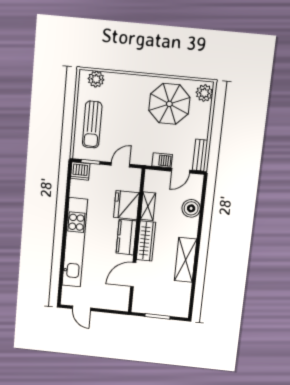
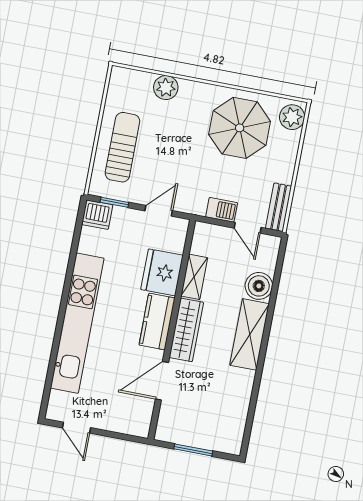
plant: (96, 79) -> (166, 88), moved
sun lounger: (92, 125) -> (122, 147), turned 180
door: (181, 171) -> (248, 228), hinge flipped
shelving: (185, 260) -> (250, 334), moved

